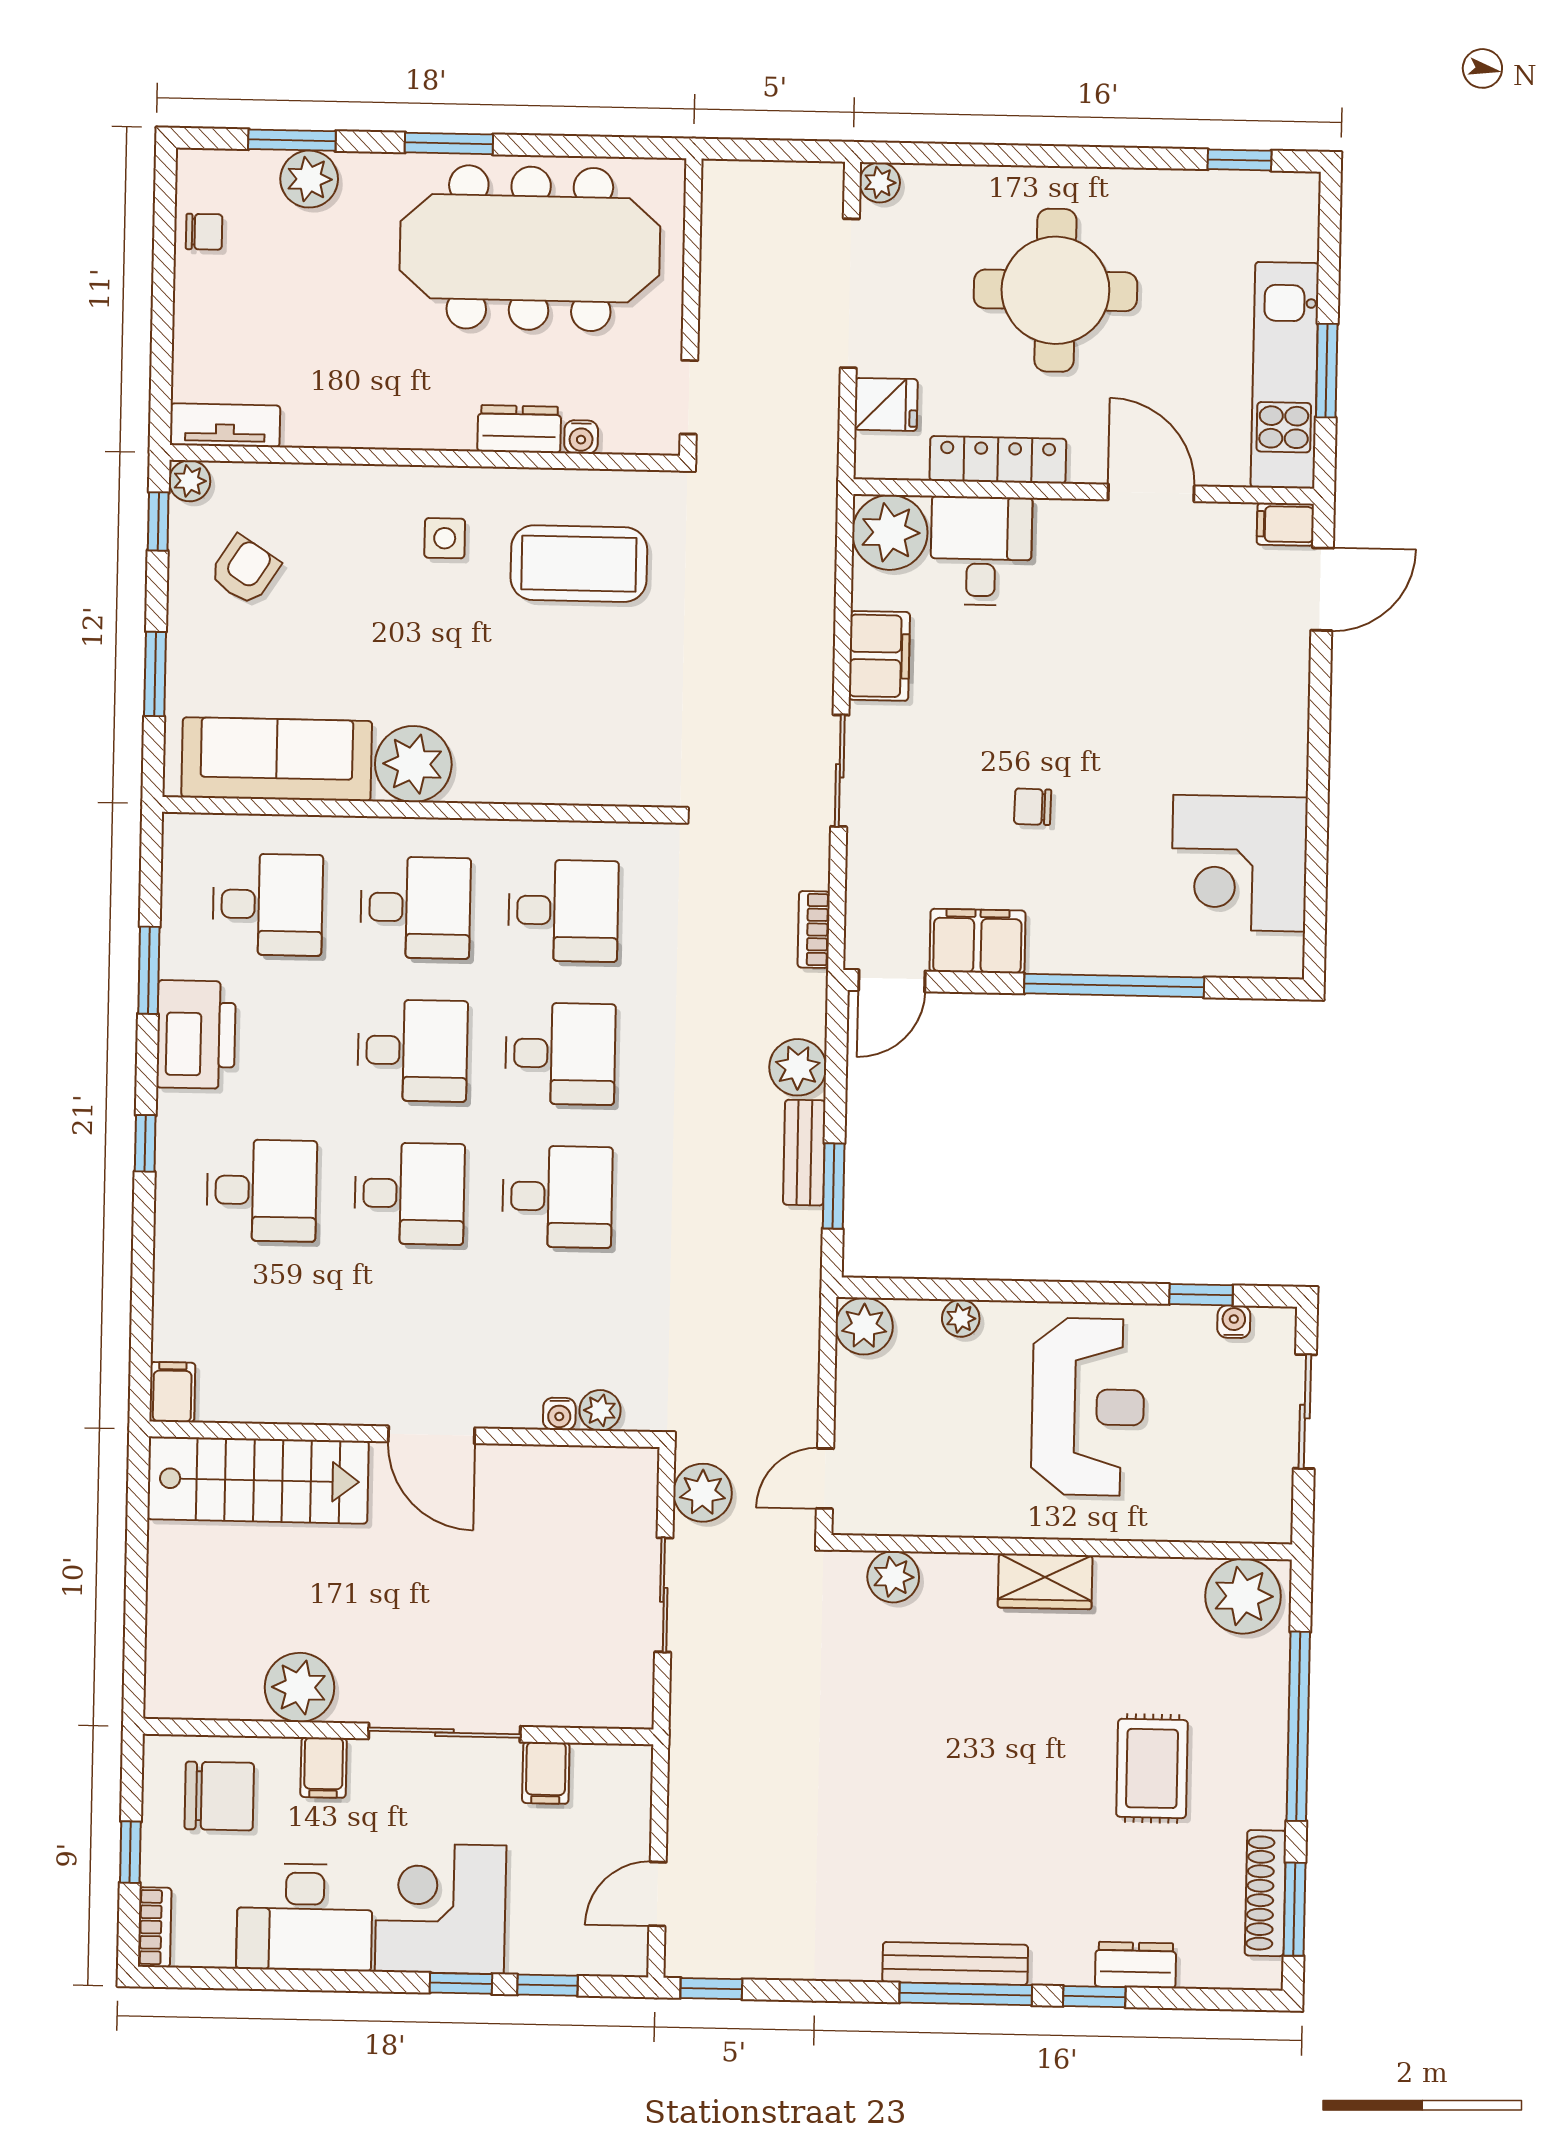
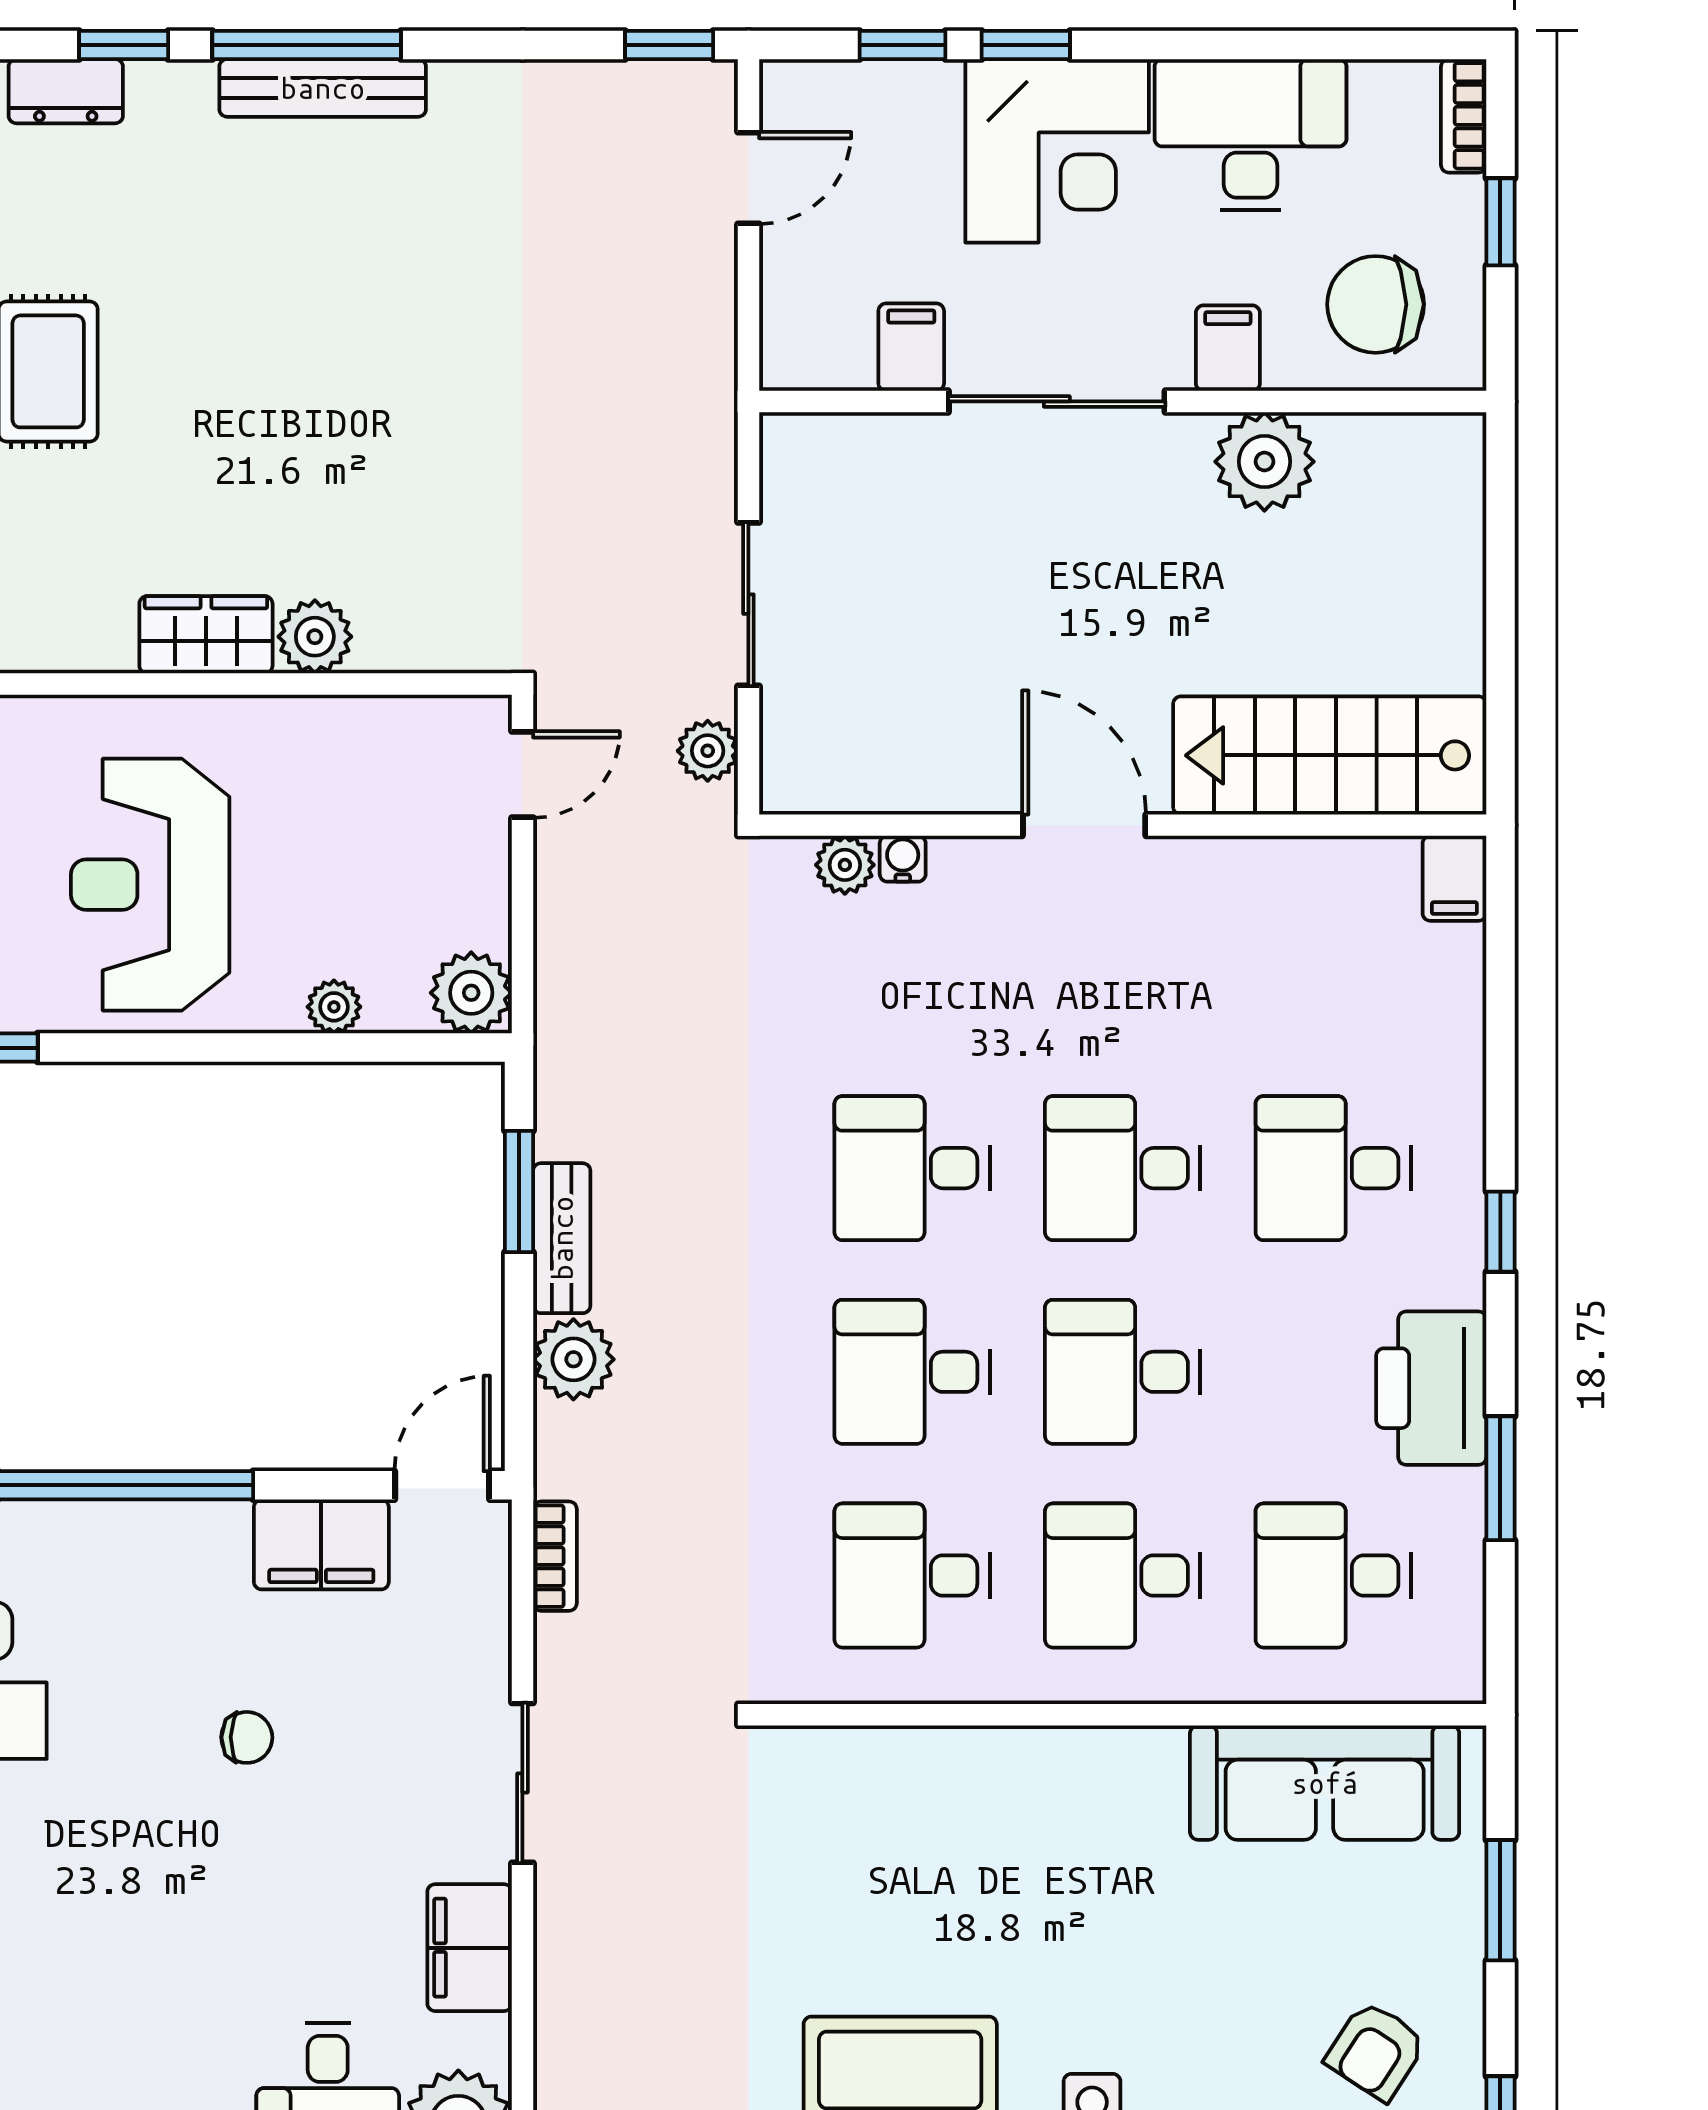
plant: (413, 764) -> (1130, 1780), removed
plant: (703, 1493) -> (708, 751), width x0.73, depth x0.73
plant: (893, 1577) -> (315, 637), moved

